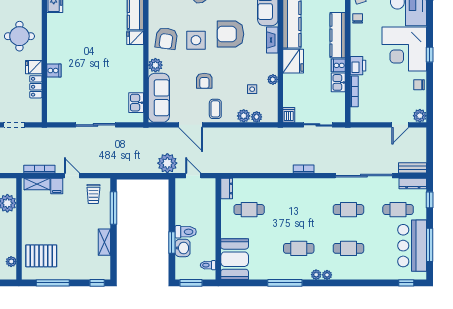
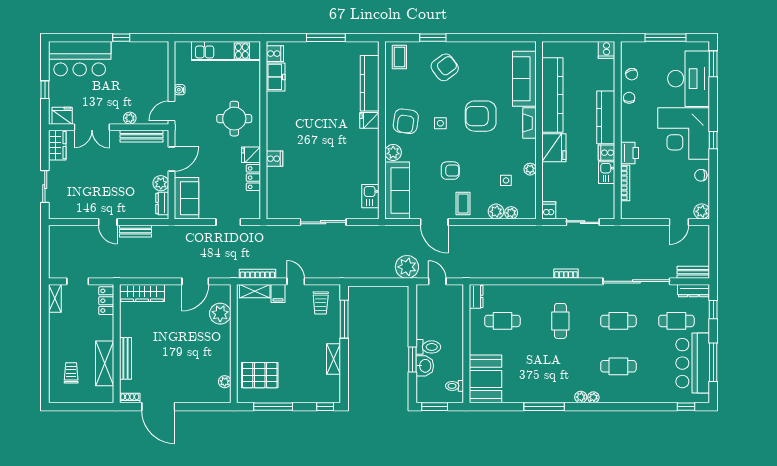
side table: (196, 40) -> (440, 123), width x0.54, depth x0.54
armchair: (204, 81) -> (450, 171), turned -90
cafe table: (299, 248) -> (560, 321), moved, turned 90

